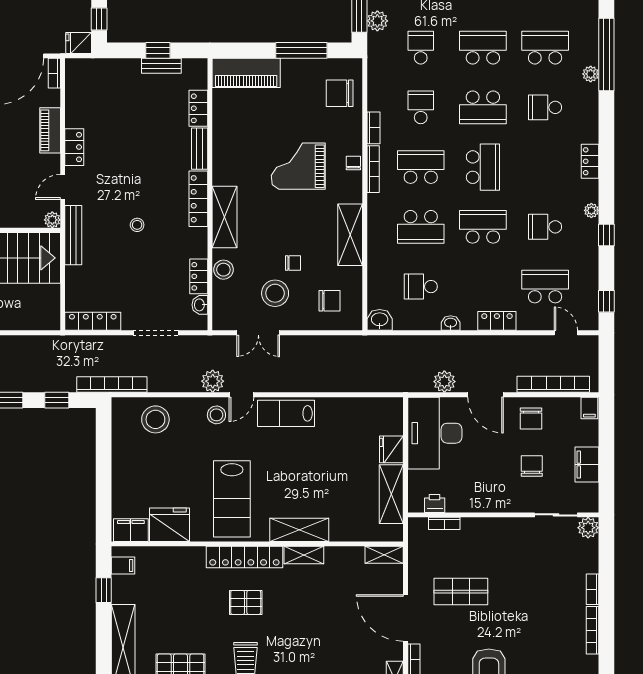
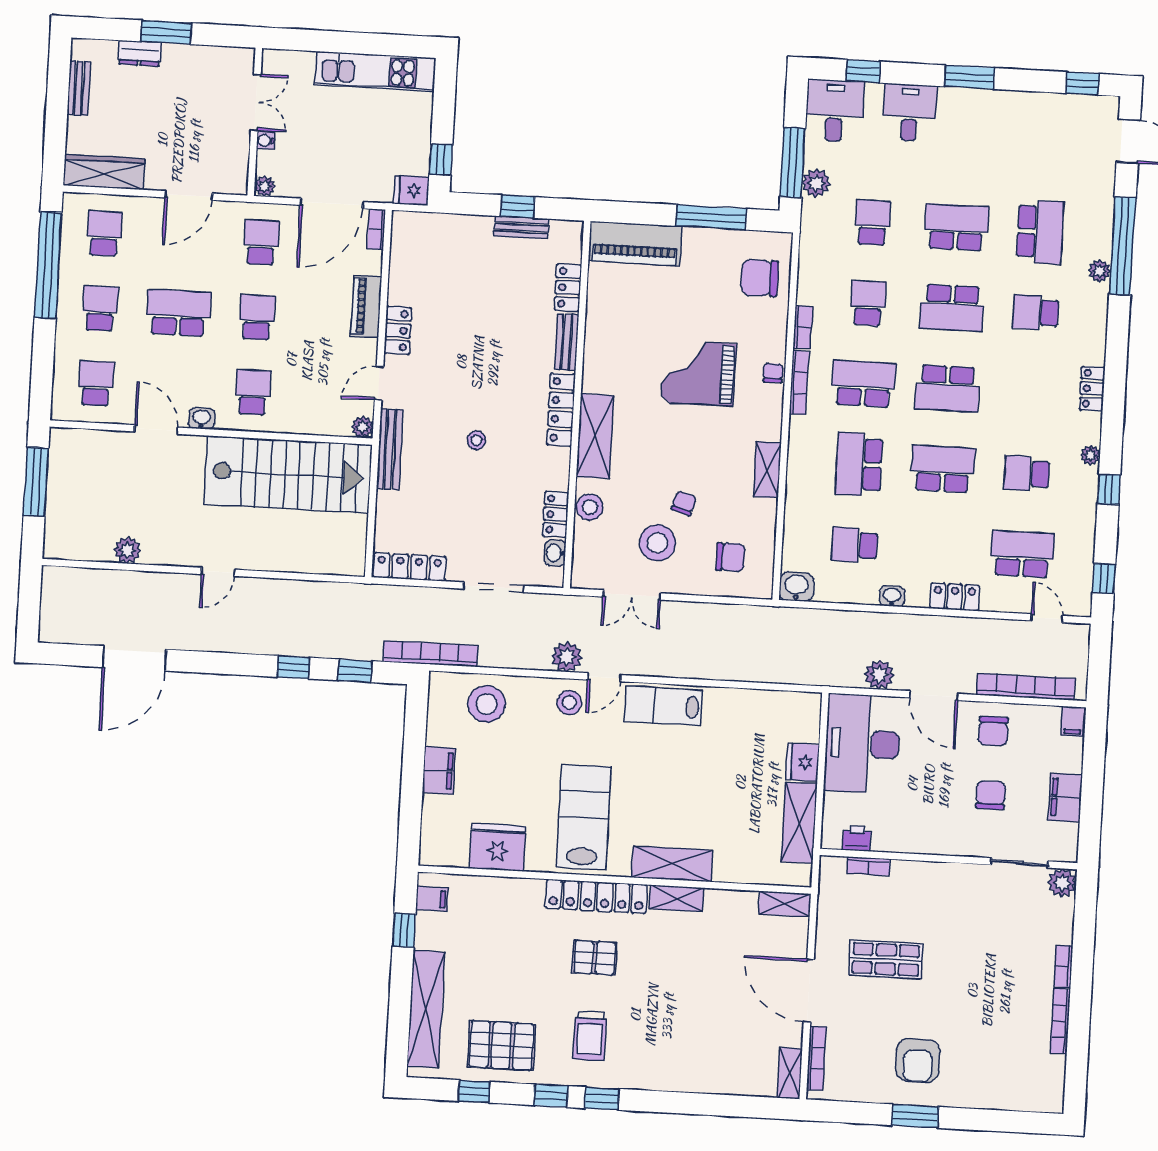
school desk: (545, 48) -> (1040, 232), turned 90
school desk: (483, 167) -> (947, 388), turned 90
school desk: (421, 227) -> (859, 464), turned 90
shelving: (350, 235) -> (767, 470), width x0.67, depth x0.75
chair: (293, 263) -> (684, 503), turned -73
lab bench: (232, 499) -> (584, 817), turned 180
filing cabinet: (131, 530) -> (439, 770), moved, turned 90

